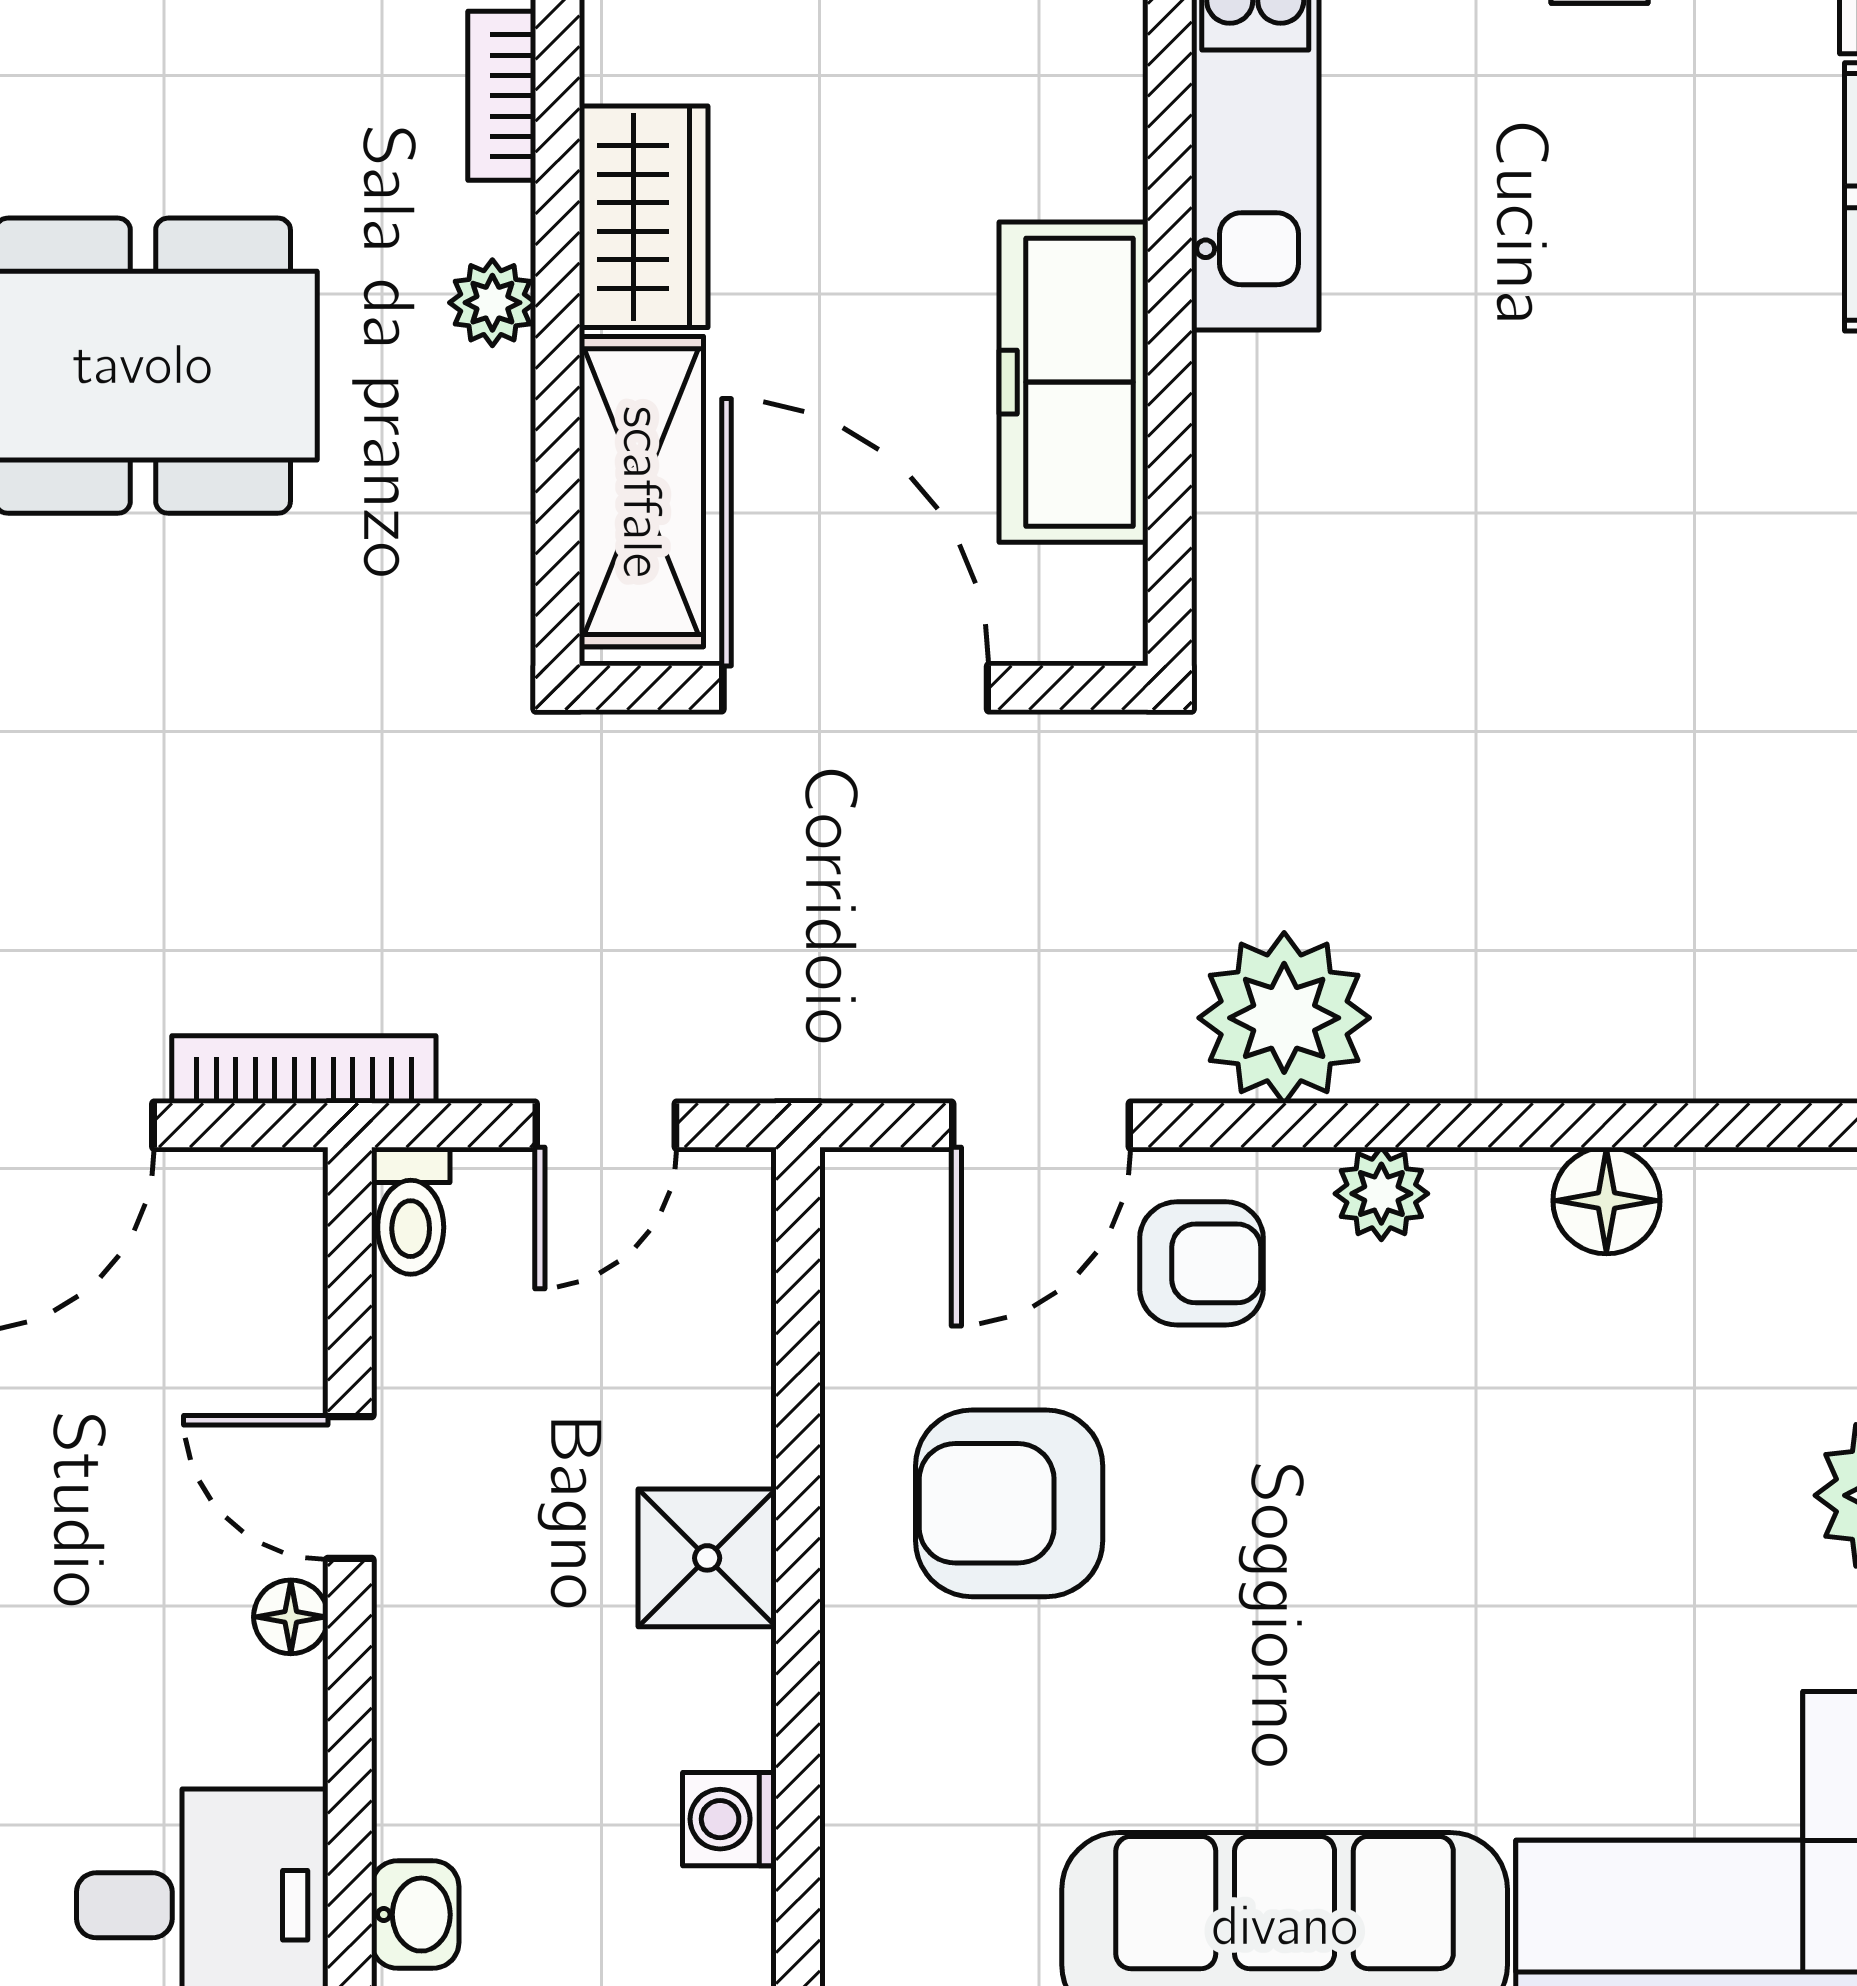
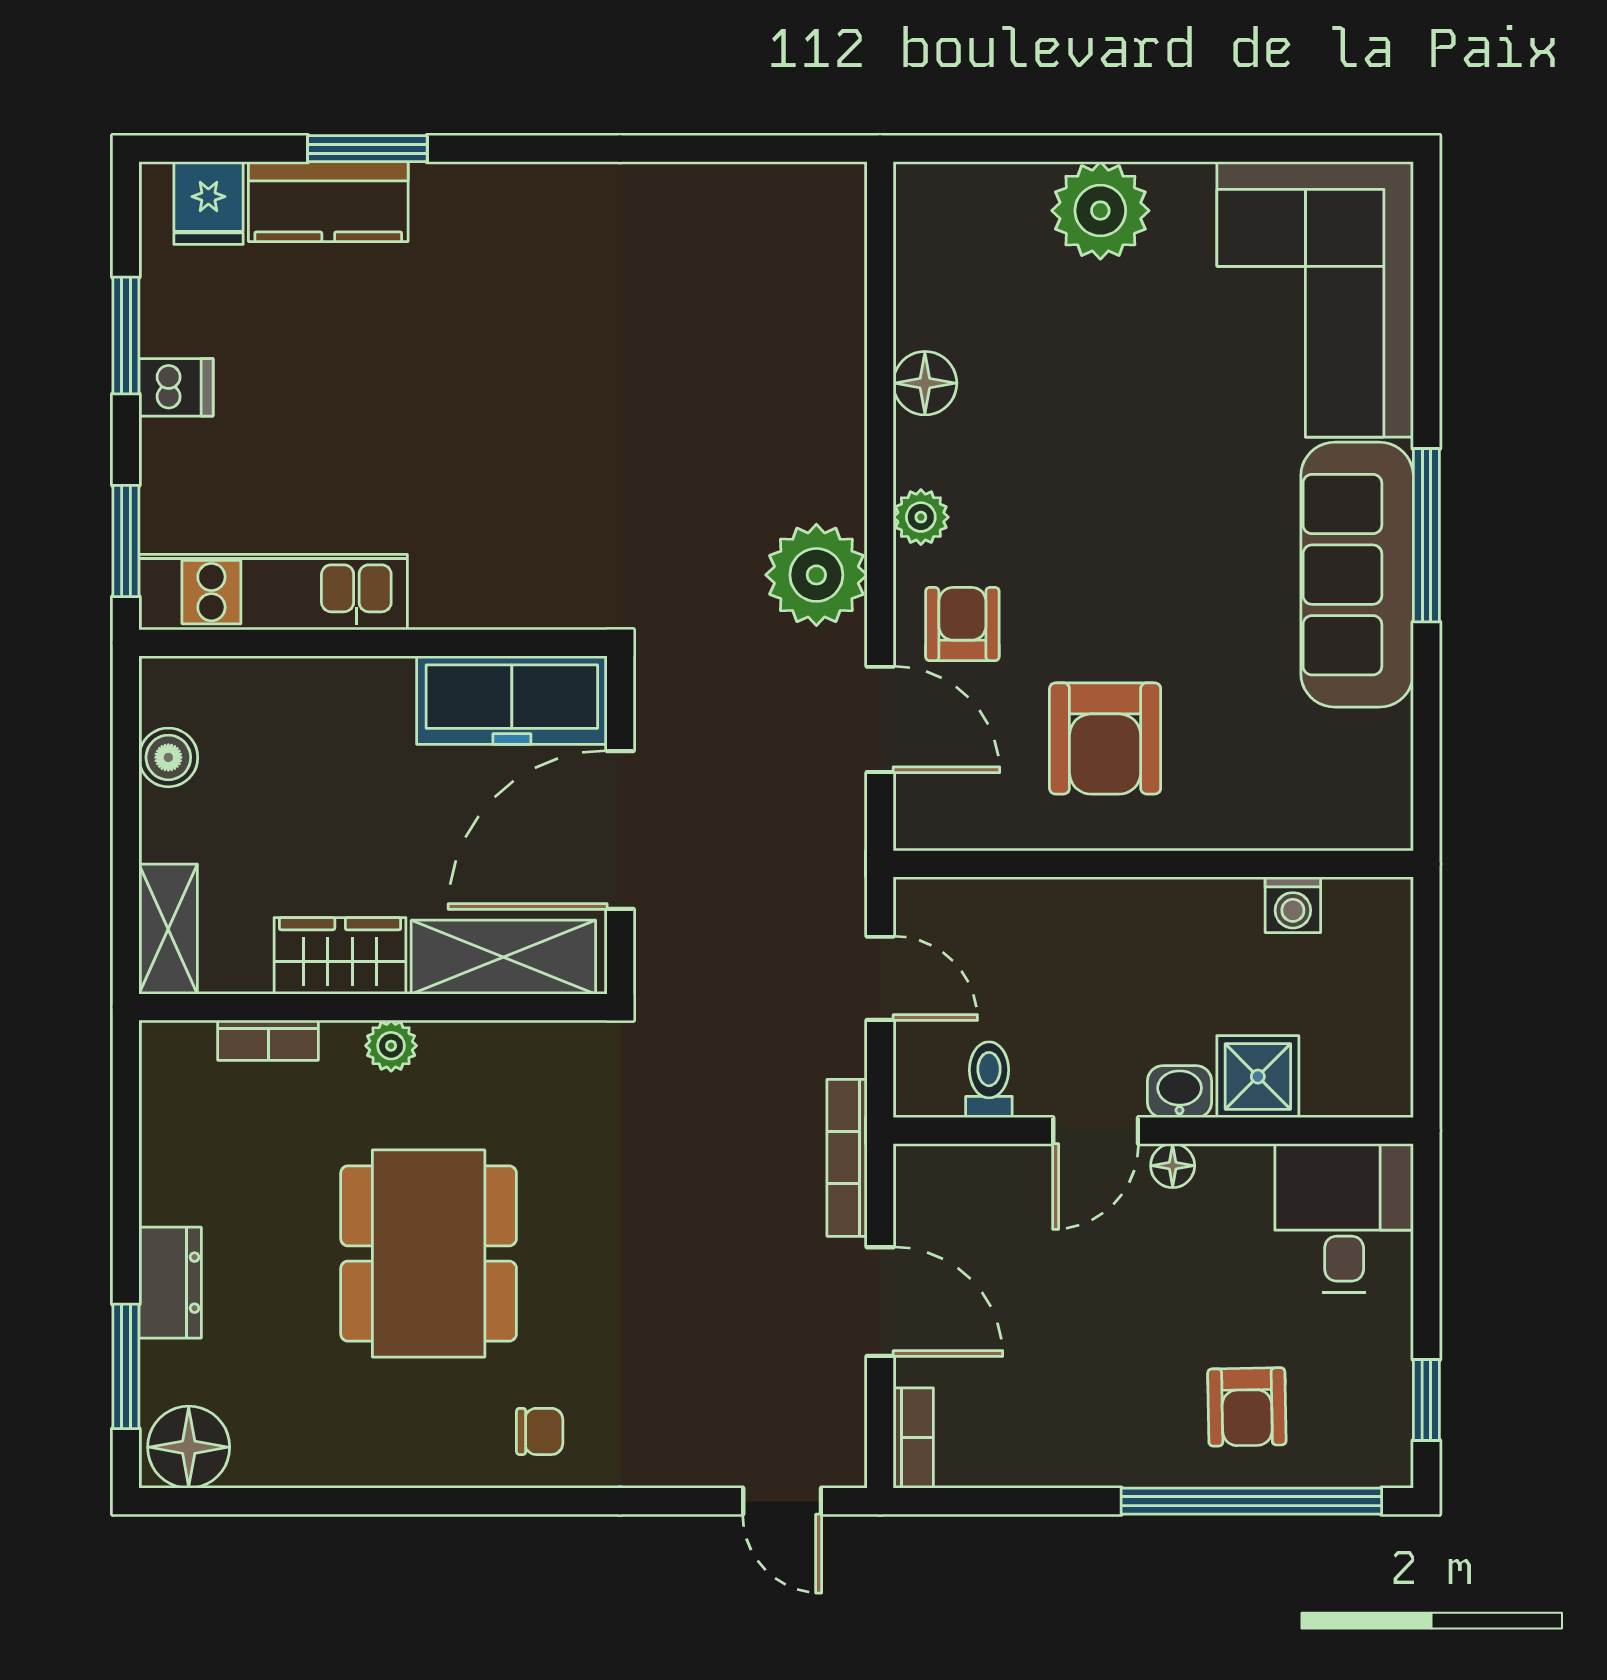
freezer: (1074, 382) -> (512, 700), moved
toilet: (411, 1211) -> (989, 1080), moved, turned -90
shower: (707, 1558) -> (1258, 1077), moved
washbasin: (415, 1915) -> (1180, 1092), moved

